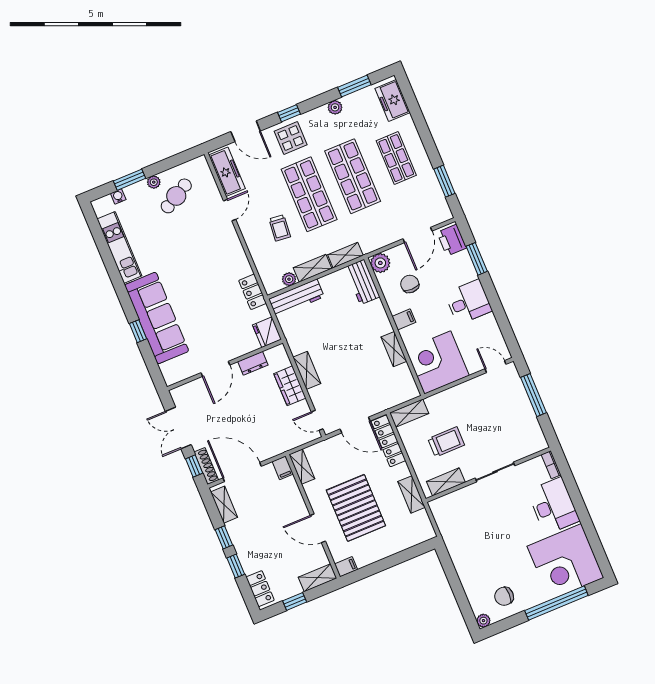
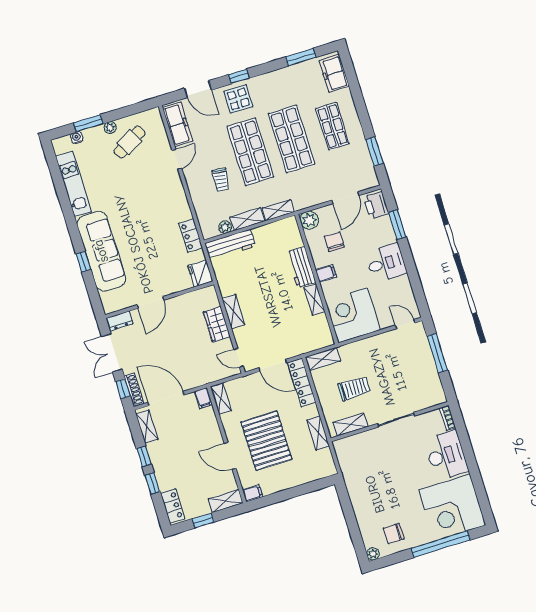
plant: (335, 107) -> (281, 75), removed
workbench: (362, 282) -> (301, 267), moved
dresser: (253, 363) -> (120, 321), moved

